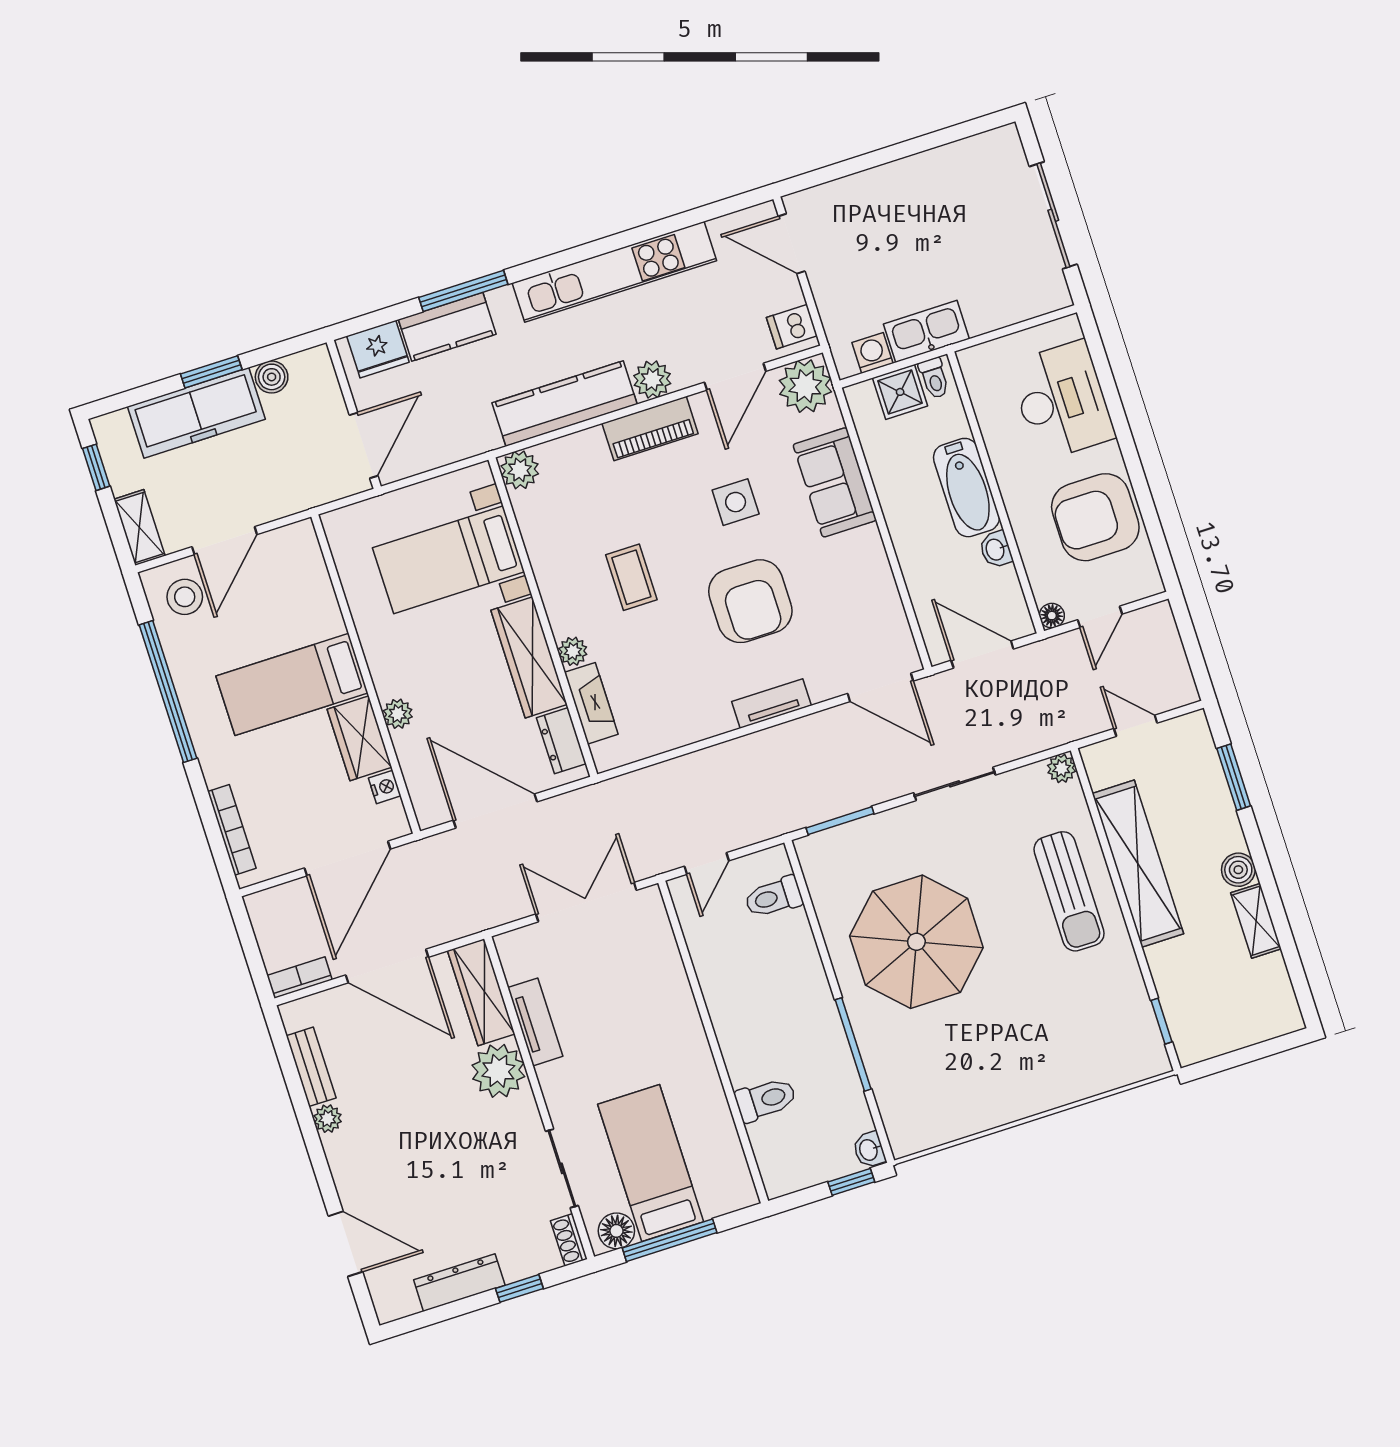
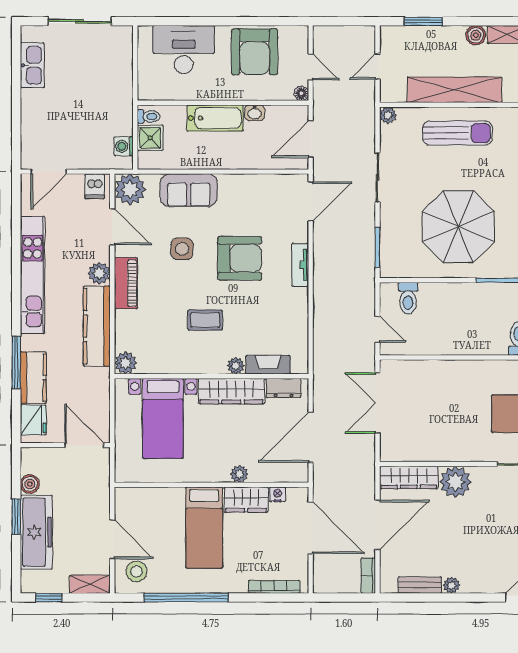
kitchen sink: (926, 331) -> (32, 65), moved, turned 180
tv unit: (535, 1022) -> (435, 453), removed

